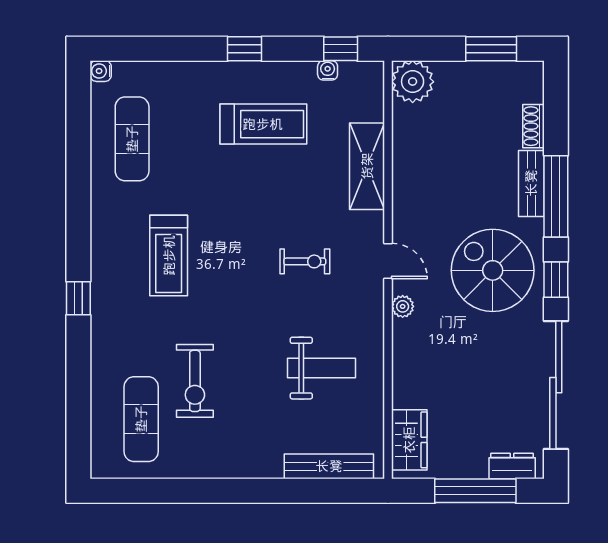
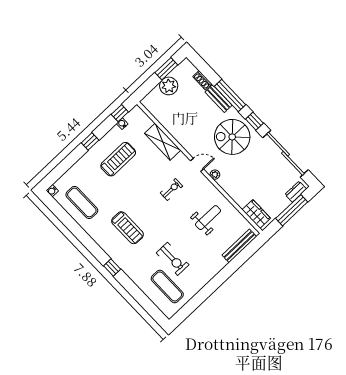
plant: (413, 82) -> (169, 86), moved

